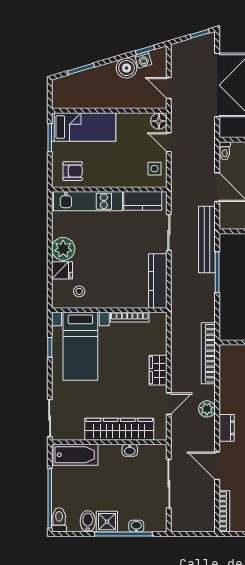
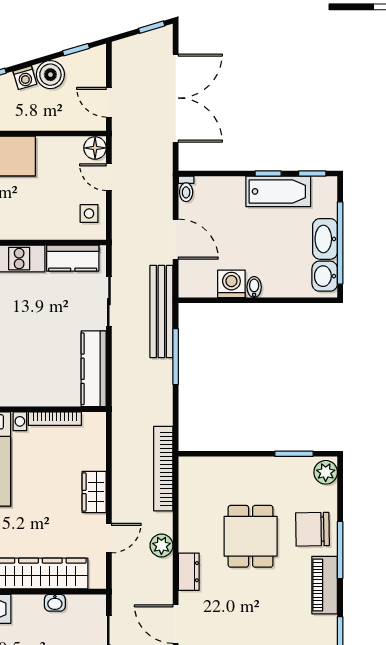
washing machine: (143, 60) -> (25, 78), moved

